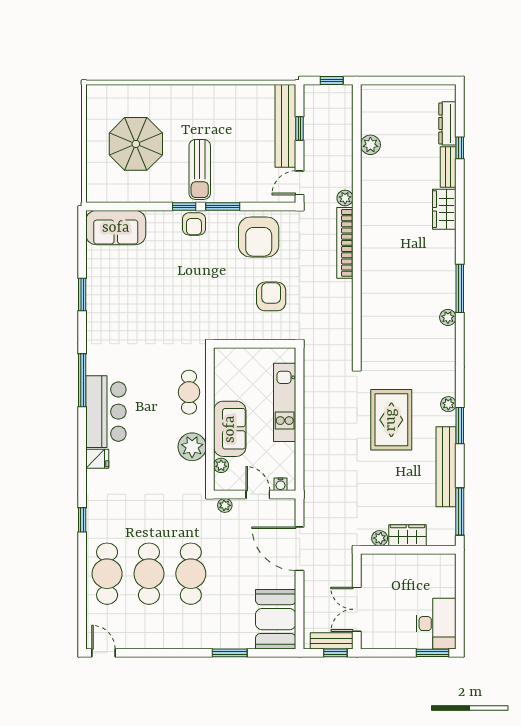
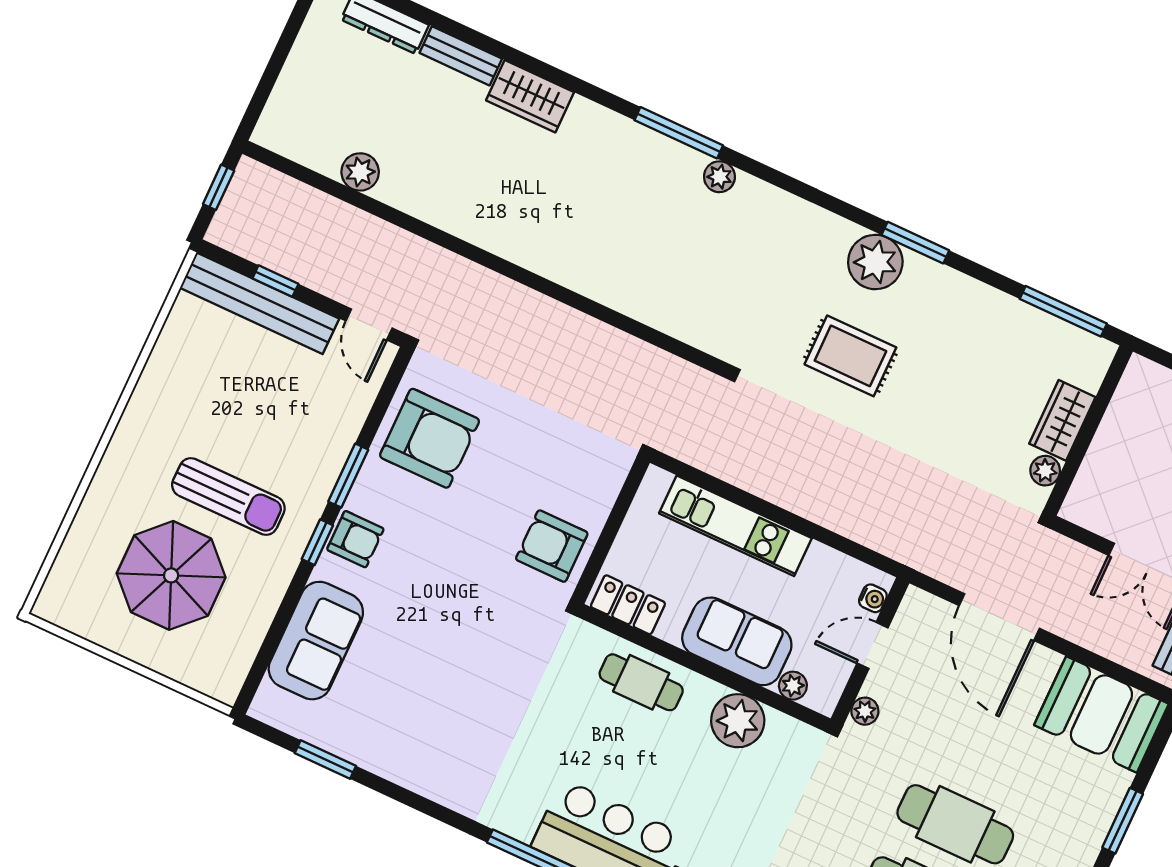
window: (460, 148) -> (437, 21), removed
sun lounger: (200, 169) -> (228, 496), moved
plant: (345, 198) -> (431, 258), removed
sofa: (116, 228) -> (316, 641), moved
bookcase: (345, 243) -> (509, 294), removed
window: (82, 294) -> (325, 760), moved
armchair: (271, 296) -> (552, 546), moved
locker: (223, 369) -> (628, 605), added
plant: (448, 404) -> (875, 262), width x1.88, depth x1.88
rug: (391, 420) -> (850, 356), width x0.73, depth x0.70
bench: (446, 467) -> (975, 299), removed
door: (300, 549) -> (999, 617), hinge flipped

